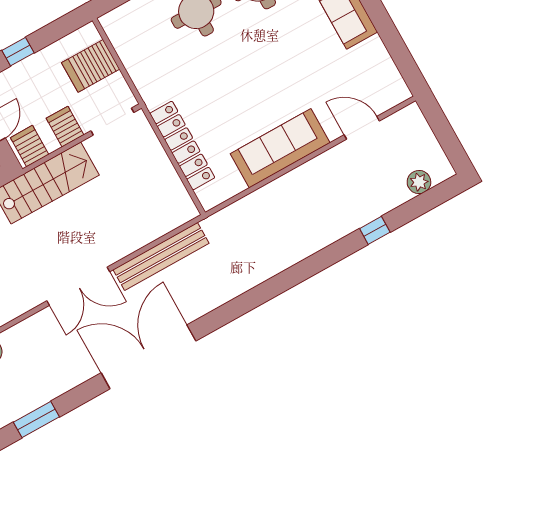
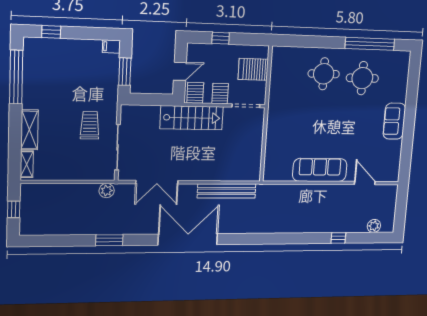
locker: (182, 146) -> (273, 140), removed
double door: (78, 286) -> (157, 182), moved

